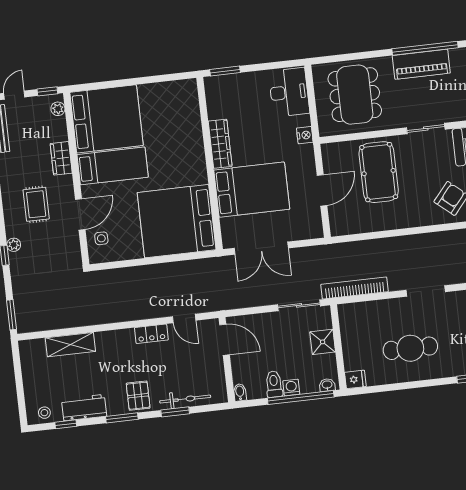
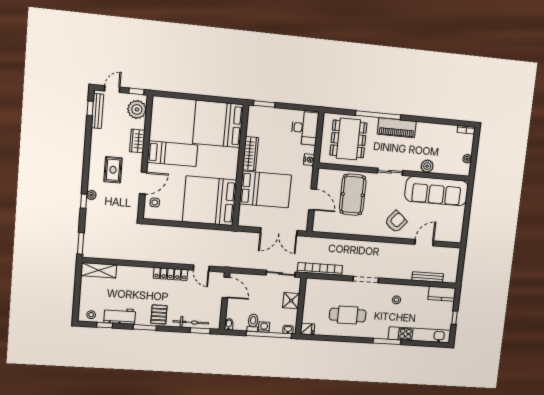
window: (425, 48) -> (378, 115), moved
plant: (58, 109) -> (137, 109), width x1.87, depth x1.87
bed: (106, 119) -> (218, 124), moved, turned 180
door: (322, 190) -> (313, 199), hinge flipped
double door: (261, 248) -> (279, 232), moved
locker: (151, 334) -> (171, 274), width x1.53
shelving: (70, 345) -> (99, 270), moved
window: (175, 412) -> (200, 331), moved

